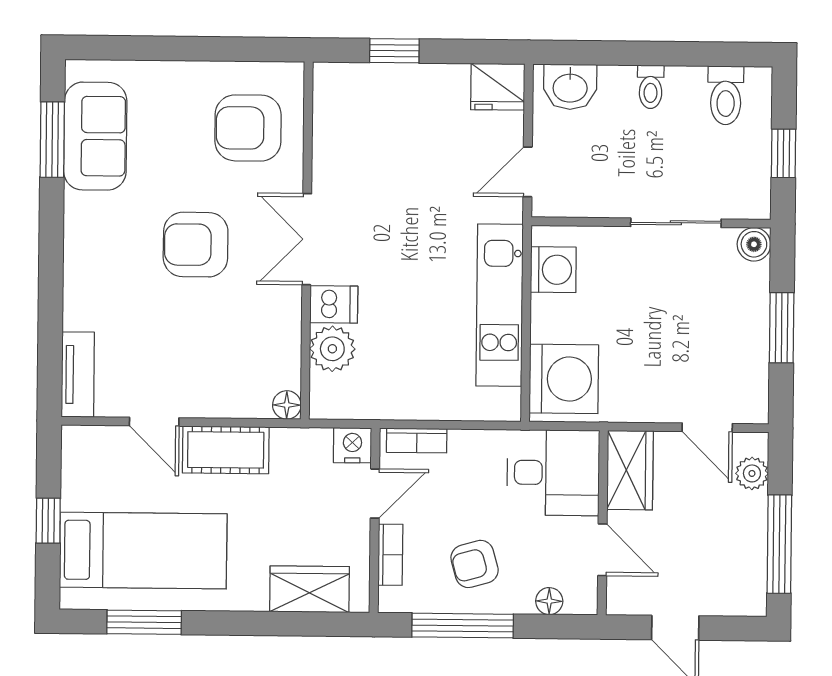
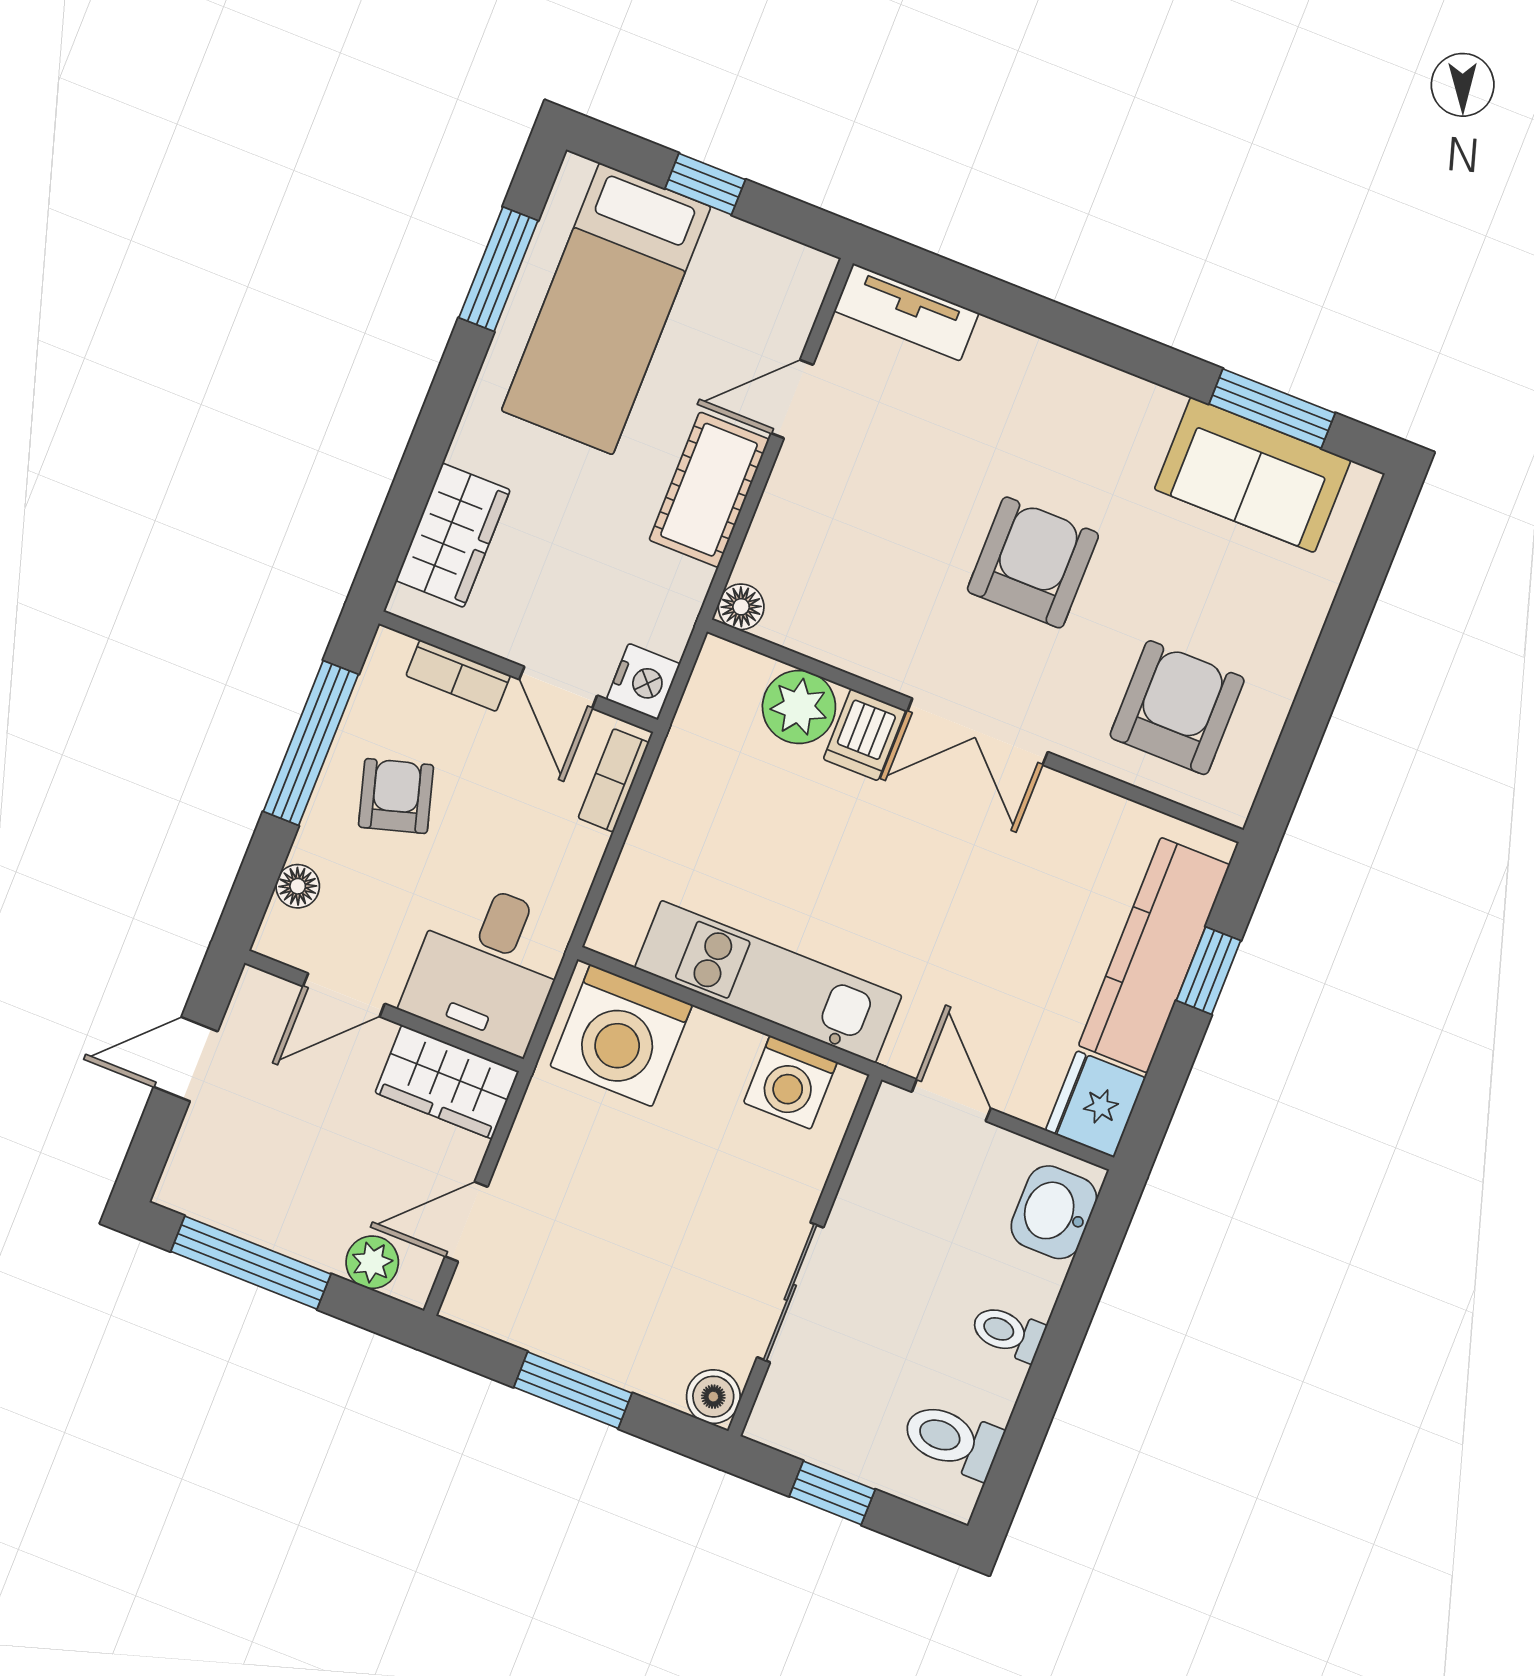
kitchen counter: (398, 86) -> (1154, 955), added
double door: (307, 239) -> (977, 732), swing flipped

